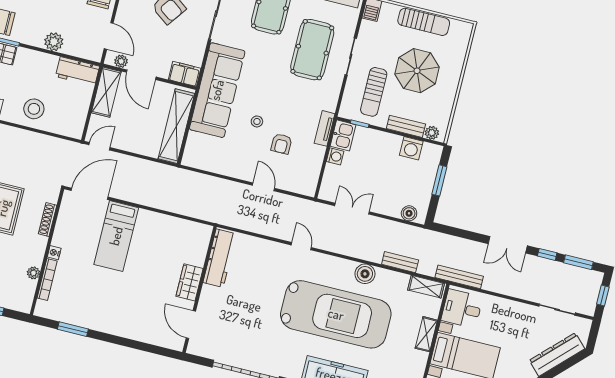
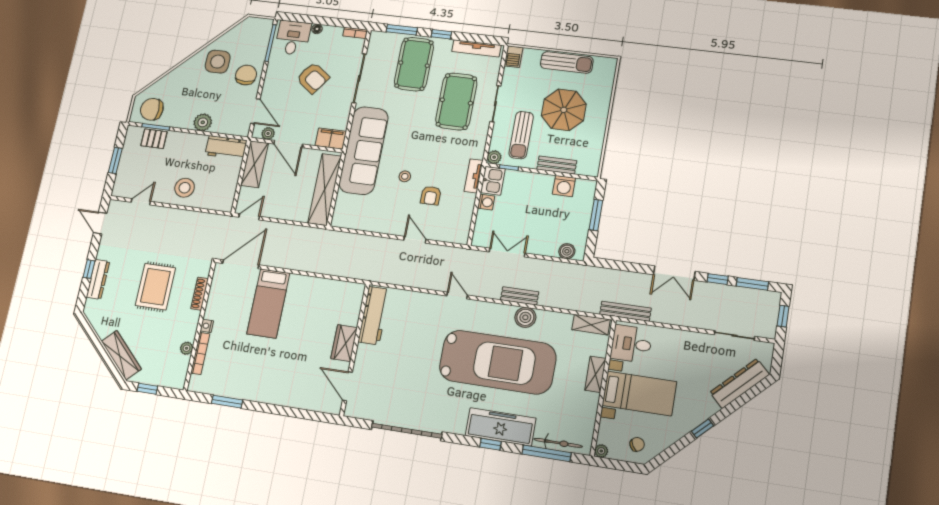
plant: (432, 133) -> (494, 157), moved
bench: (400, 262) -> (520, 296), moved

